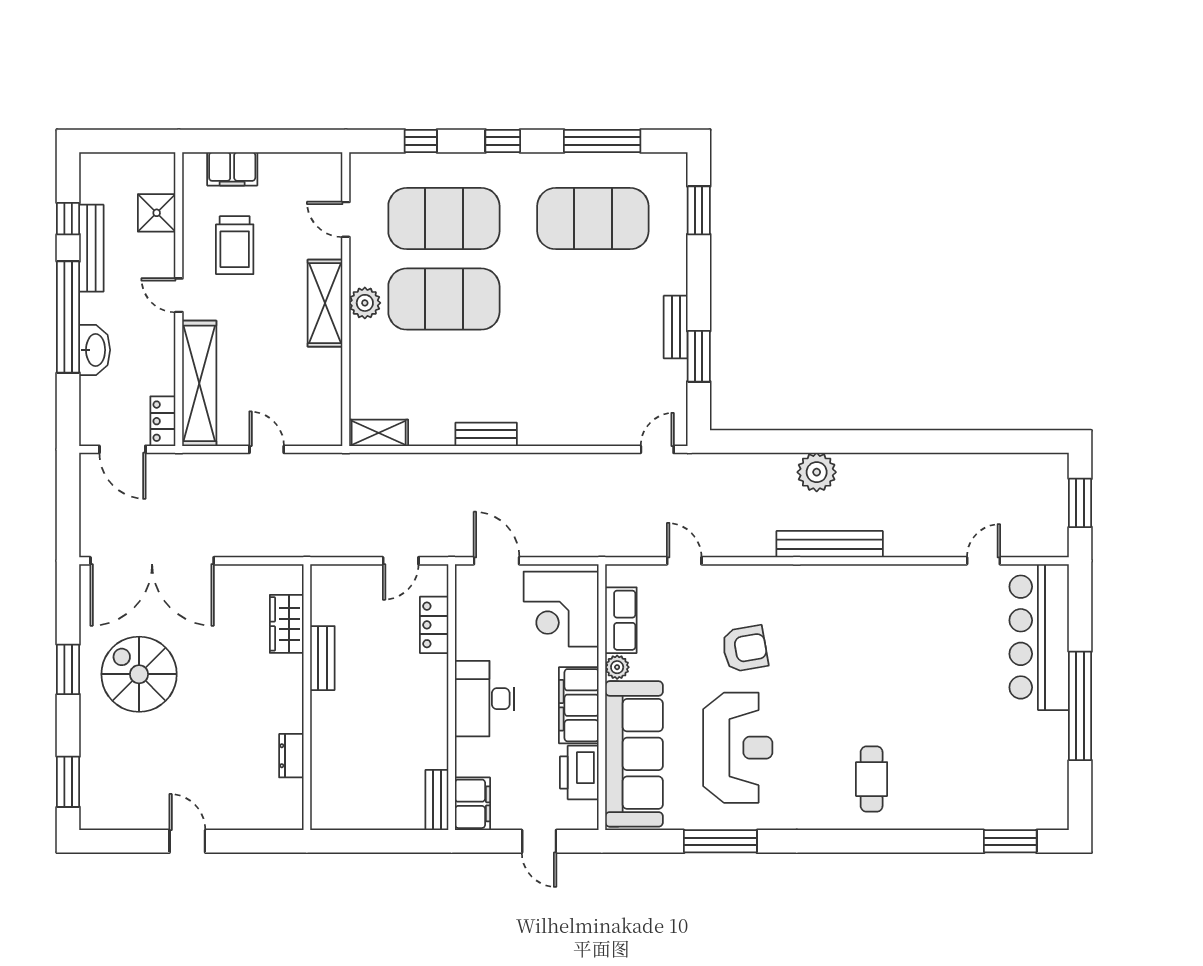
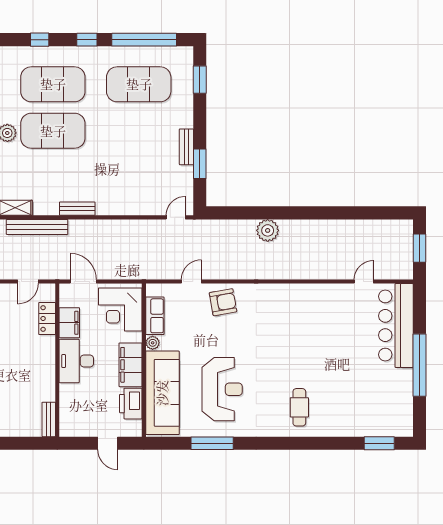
window: (602, 141) -> (144, 40), width x1.46
bench: (830, 544) -> (37, 227), moved
door: (684, 561) -> (191, 282), hinge flipped
armchair: (745, 649) -> (223, 302), moved
filing cabinet: (472, 804) -> (69, 323), moved

